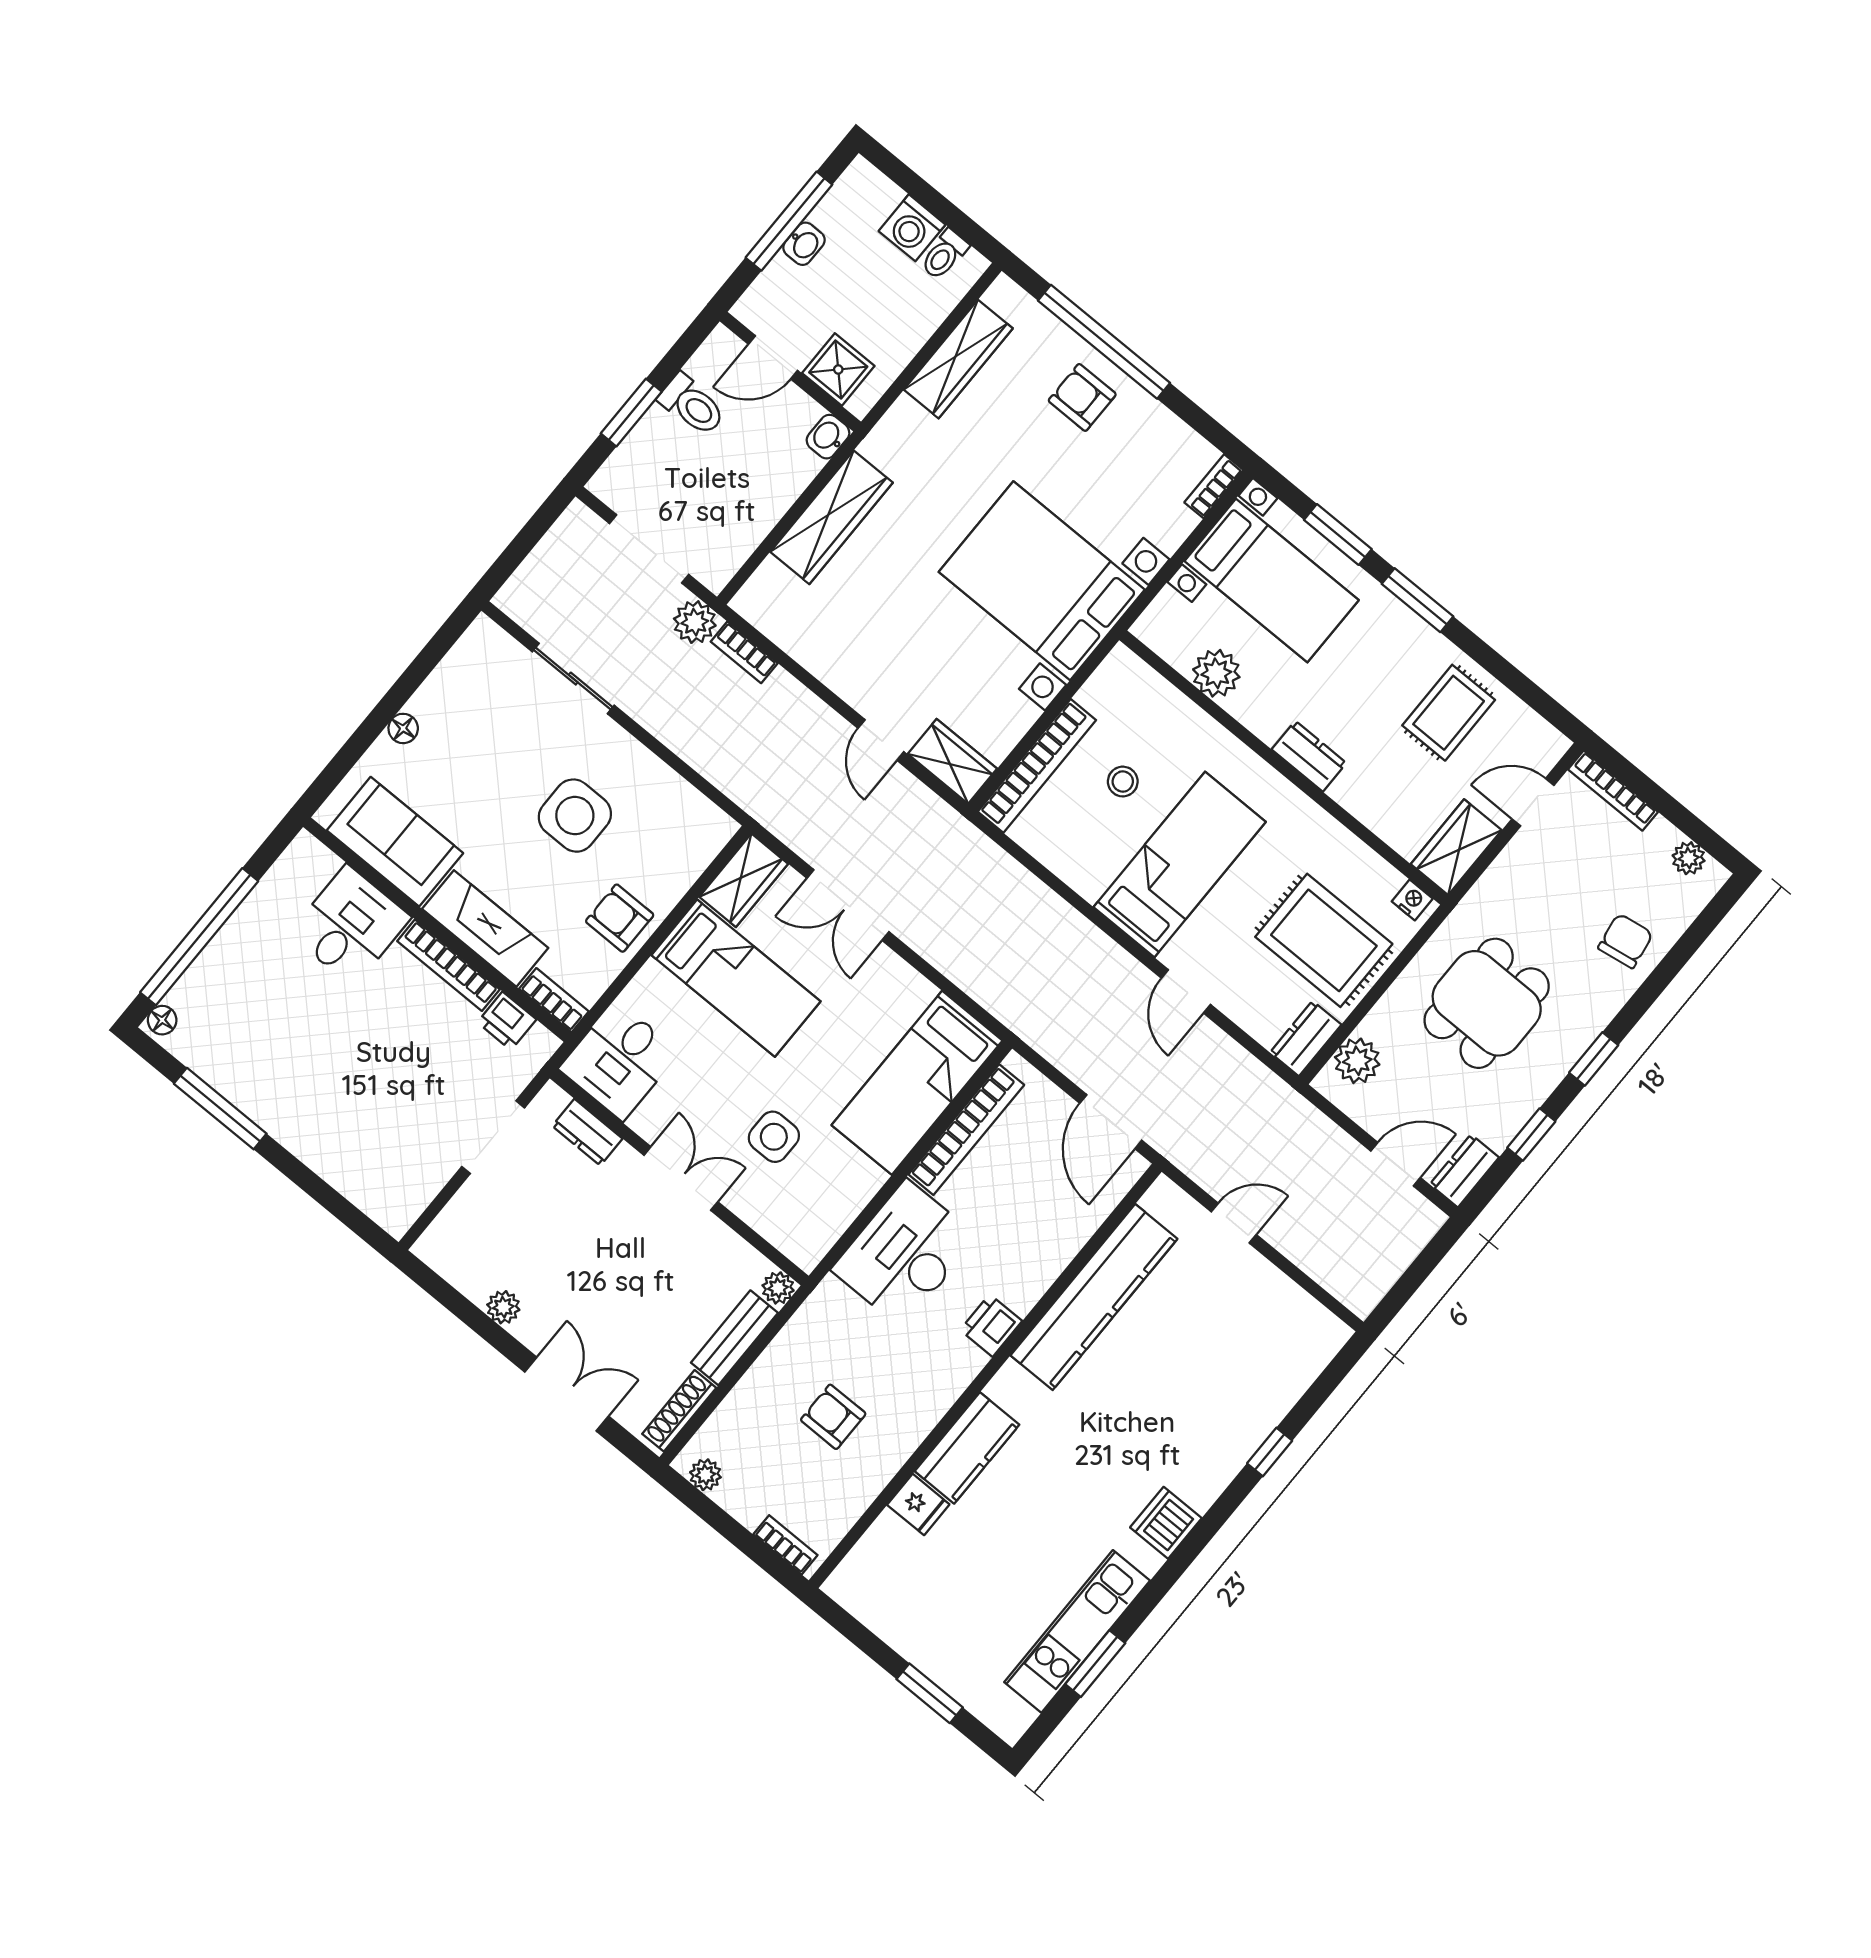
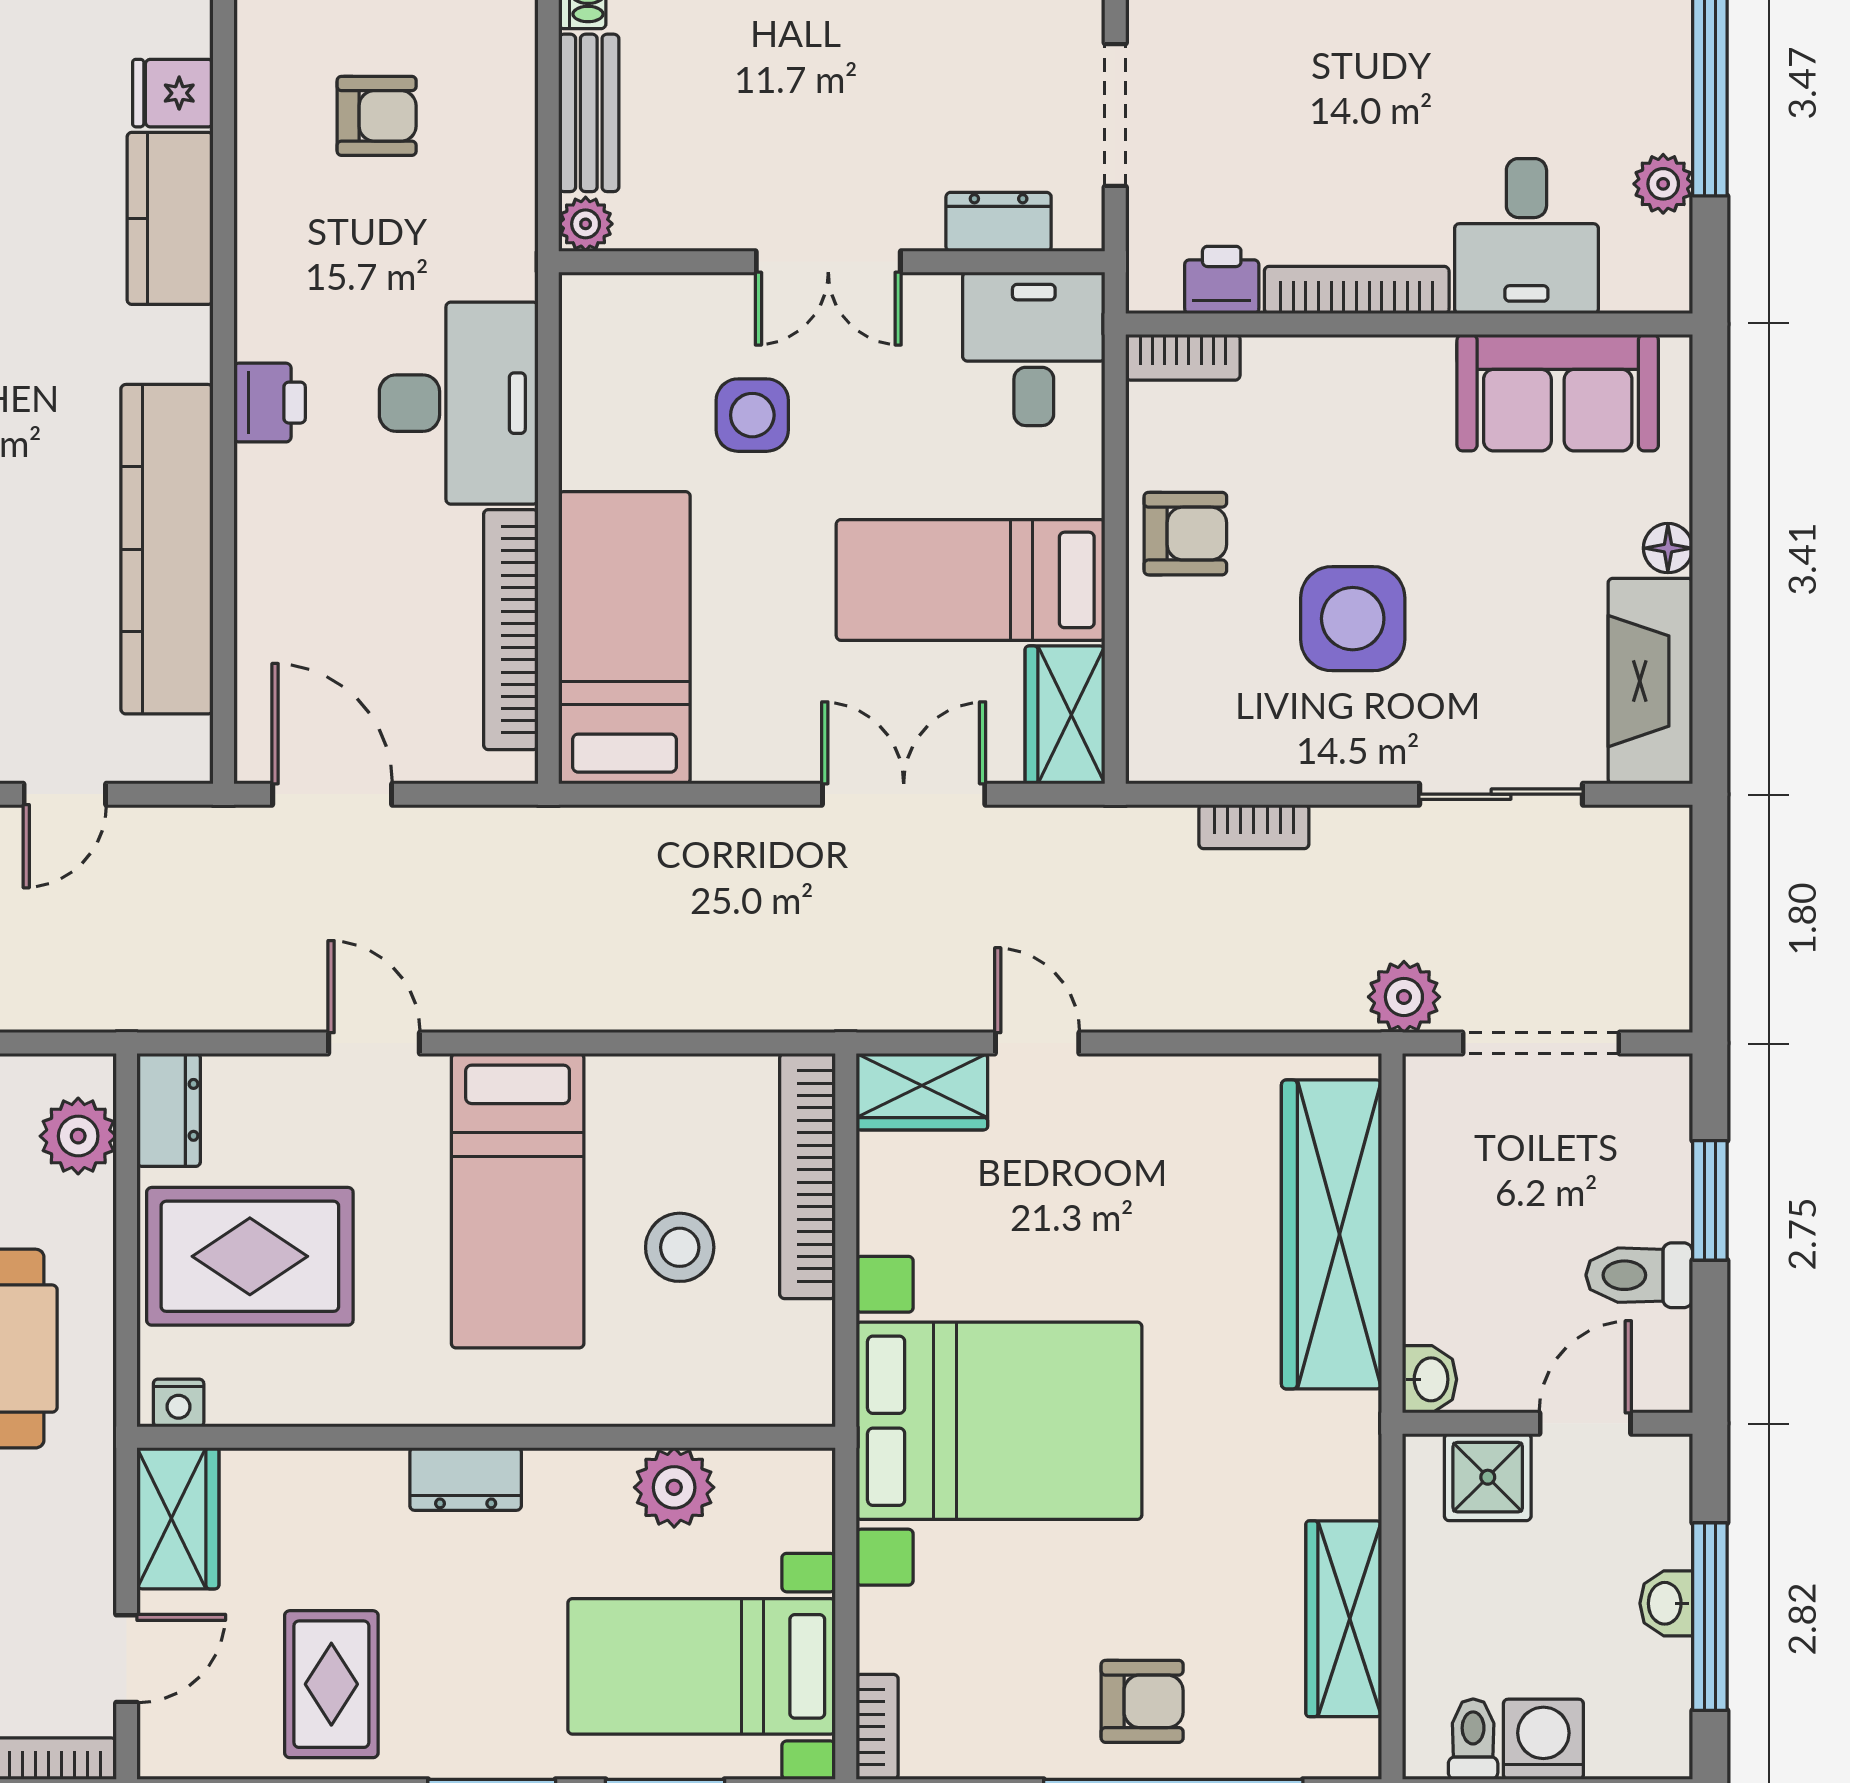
wardrobe: (831, 517) -> (1331, 1234), width x1.40, depth x1.17
bookcase: (744, 652) -> (1254, 827), moved, turned 180
stool: (1123, 782) -> (680, 1247), width x1.37, depth x1.37
plant: (267, 898) -> (1663, 184), added
fireplace: (485, 928) -> (1650, 681), moved, turned 90

